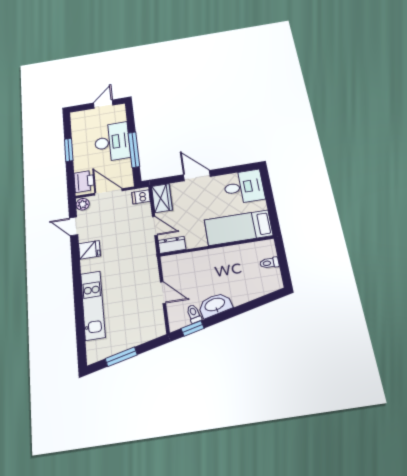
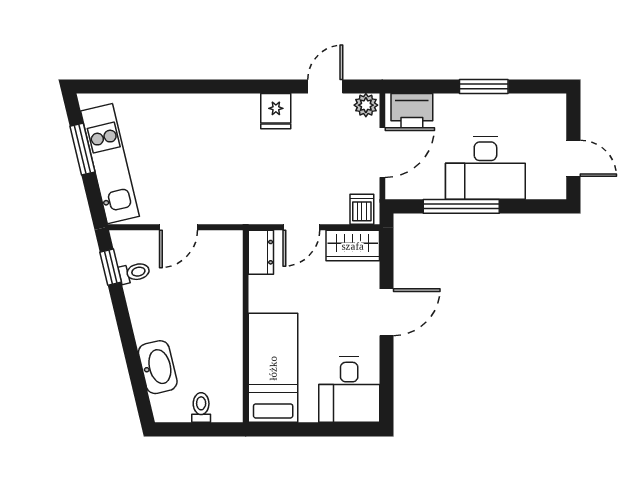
kitchen unit: (93, 305) -> (110, 164), moved, turned -103
washbasin: (215, 305) -> (158, 367), moved

